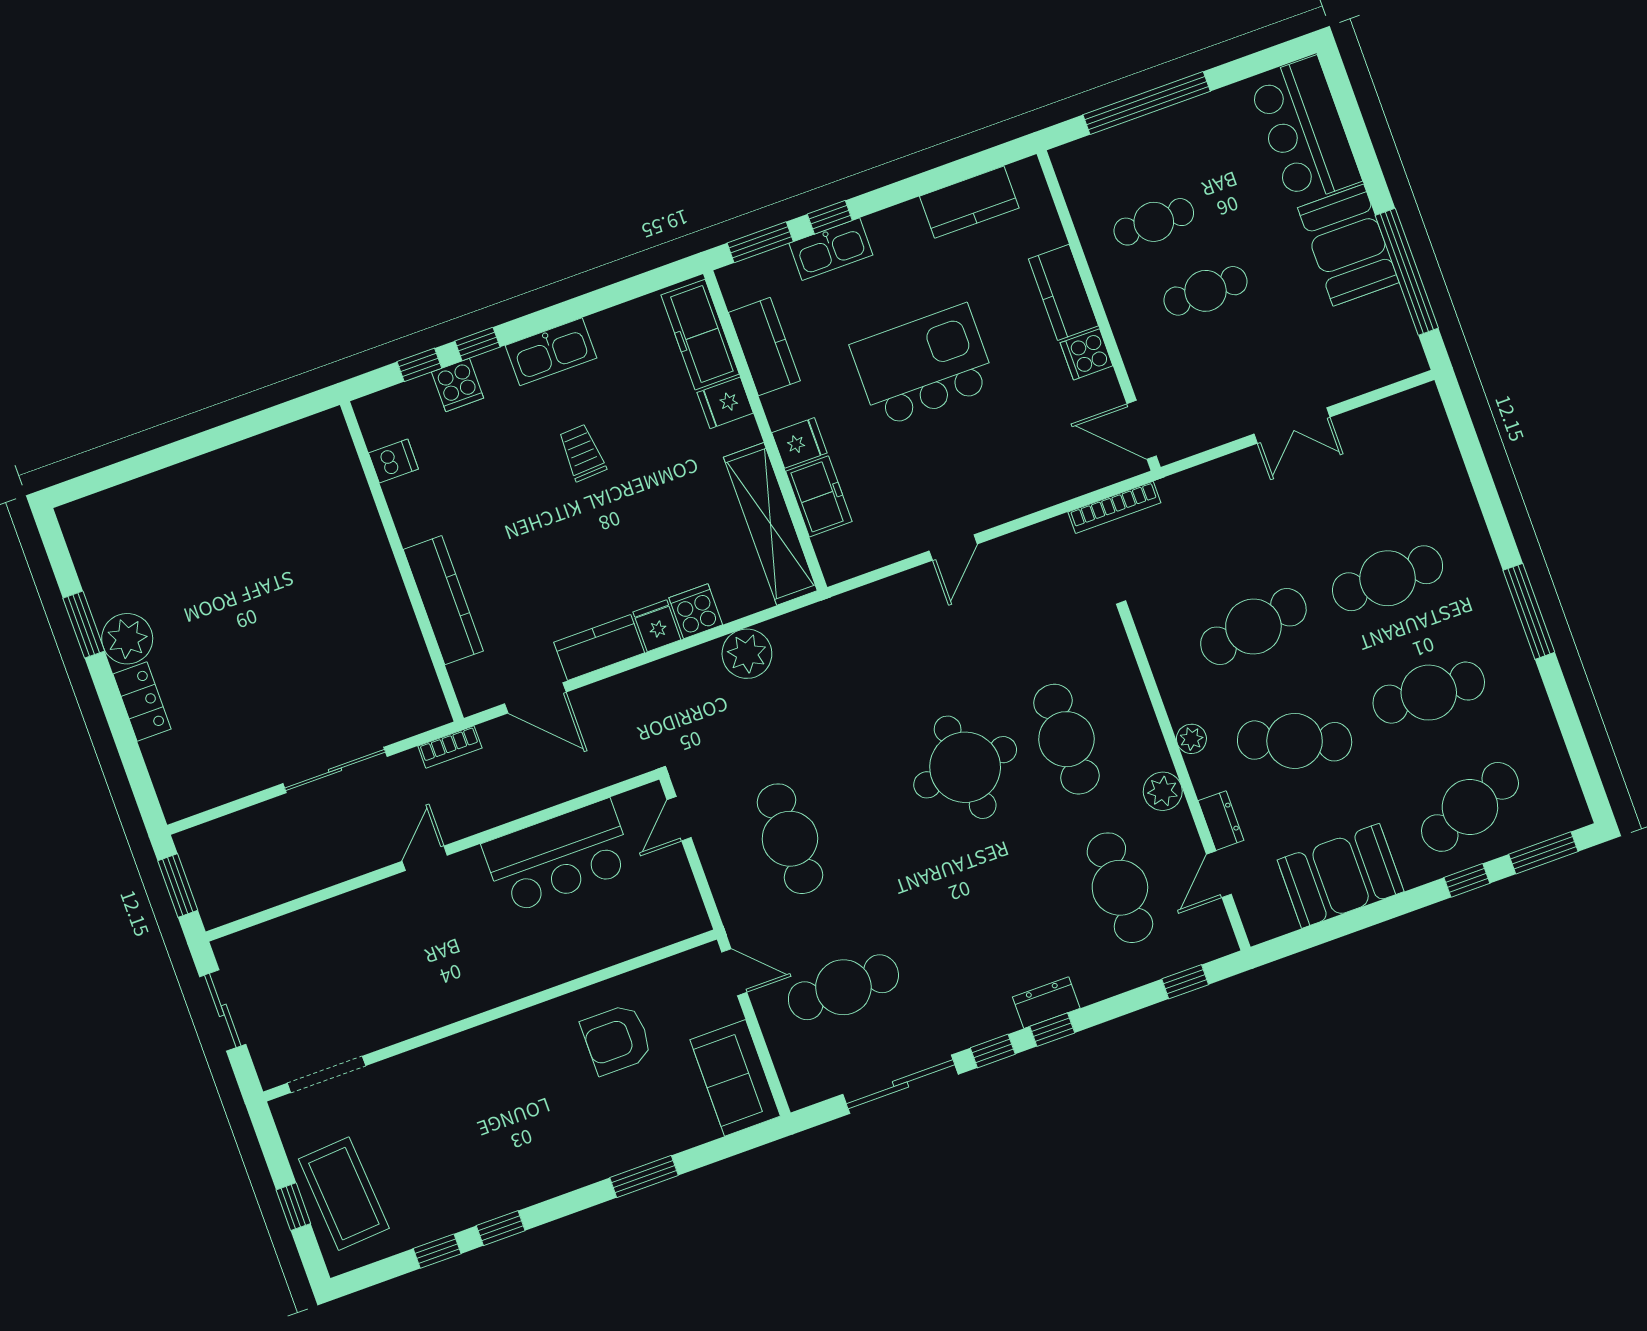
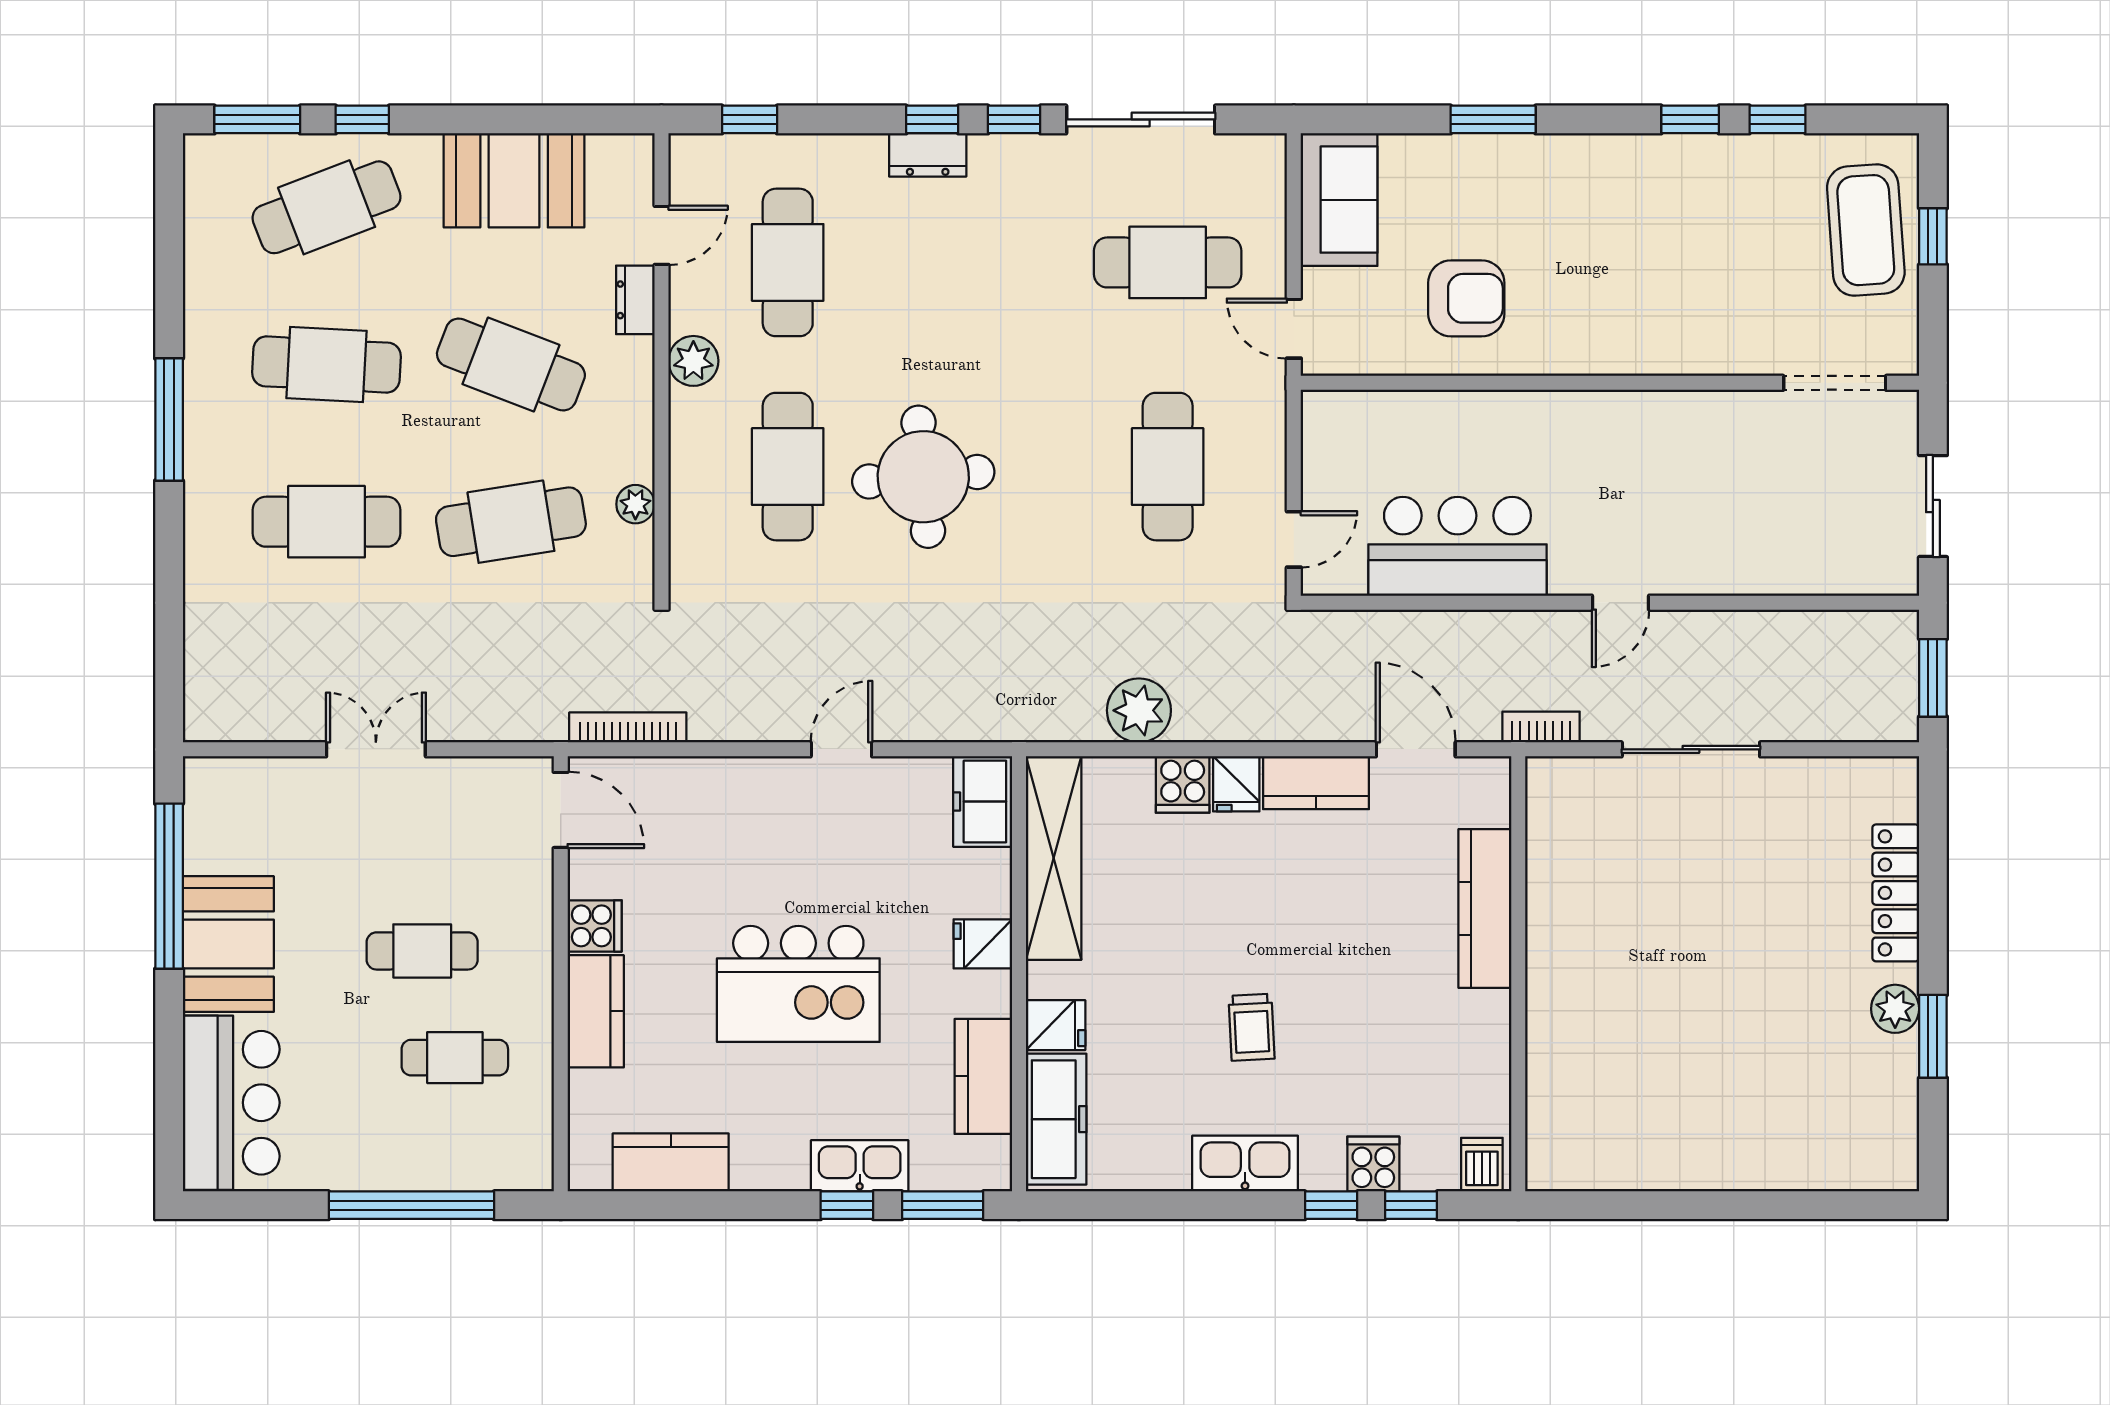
dishwasher: (393, 461) -> (1482, 1165), moved, turned 90
freezer: (819, 496) -> (983, 802), moved
plant: (127, 639) -> (1895, 1009), width x0.73, depth x0.73
locker: (142, 701) -> (1896, 893), width x1.53
plant: (1191, 739) -> (635, 504), moved

